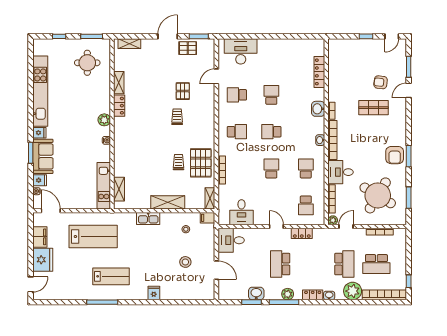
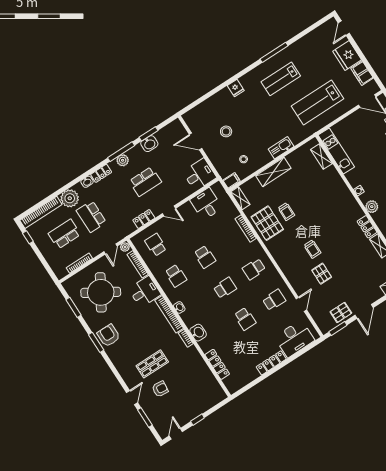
locker: (273, 44) -> (271, 363), added
school desk: (280, 264) -> (145, 181), turned 90

